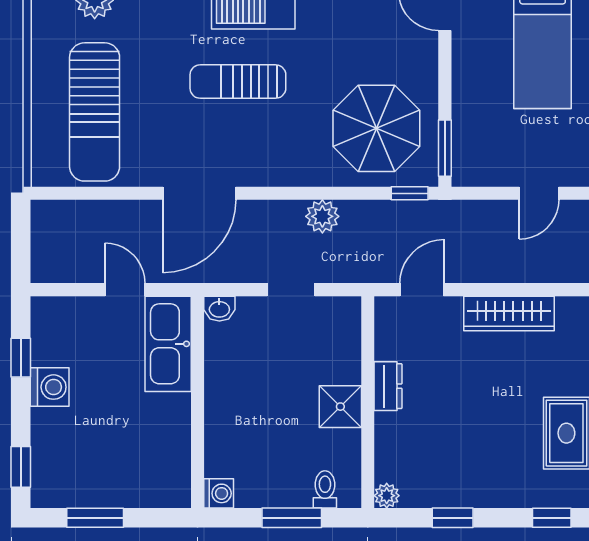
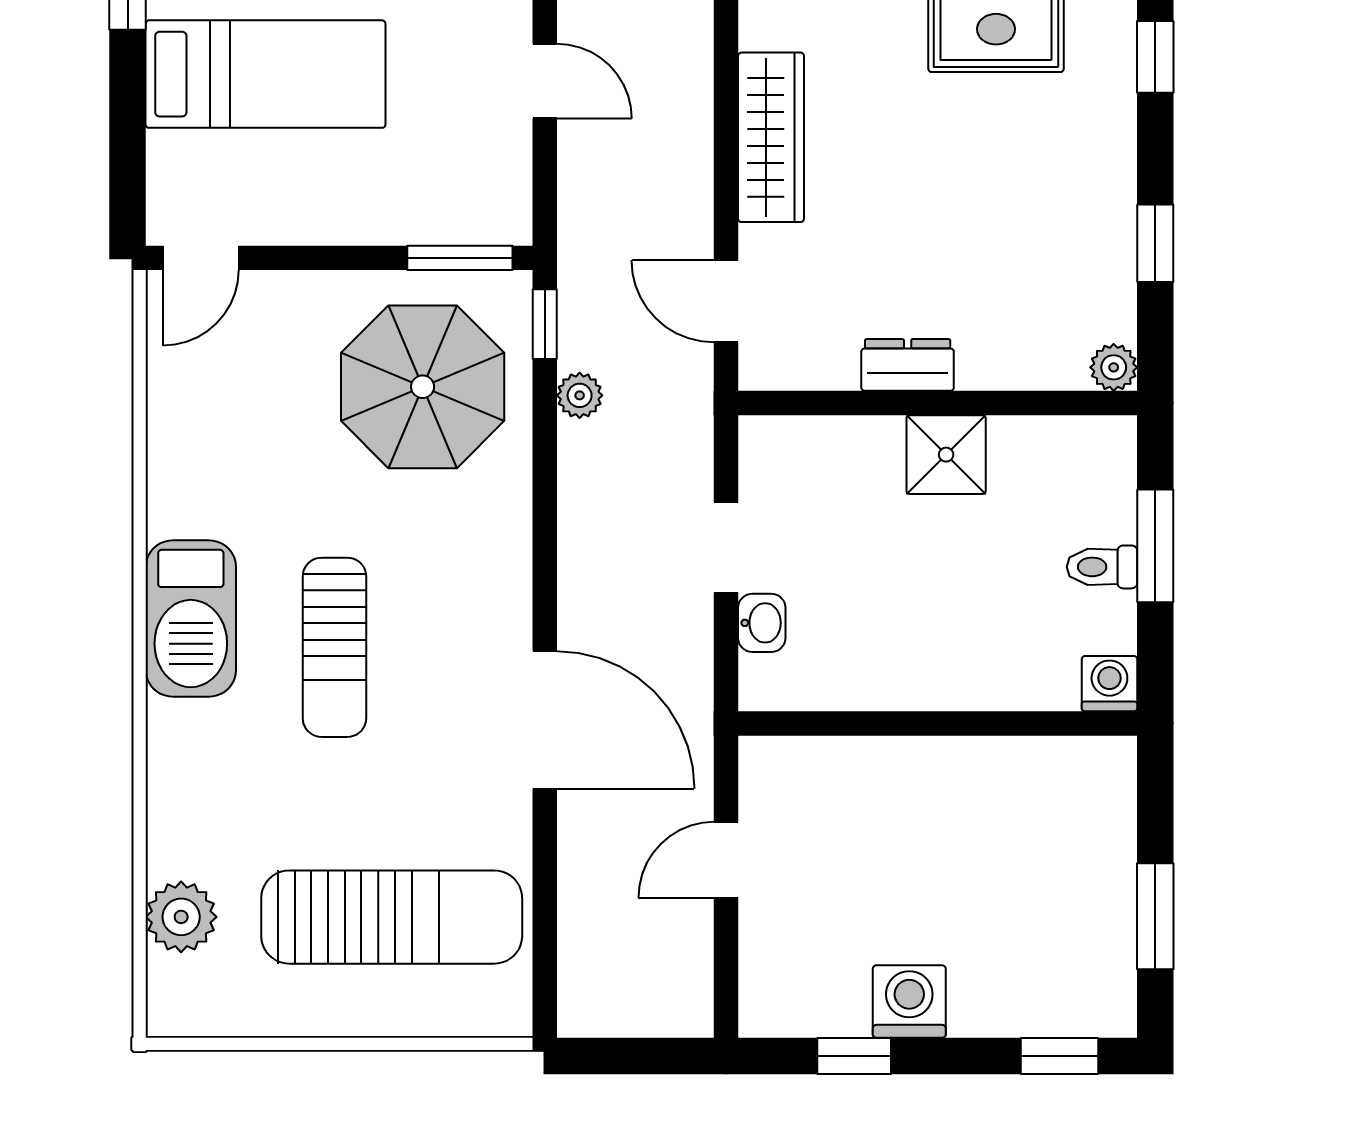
plant: (322, 216) -> (580, 395), moved, width x0.73, depth x0.73
washbasin: (219, 309) -> (762, 623), moved
kitchen sink: (168, 344) -> (828, 779), removed
toilet: (325, 489) -> (1102, 567), moved

